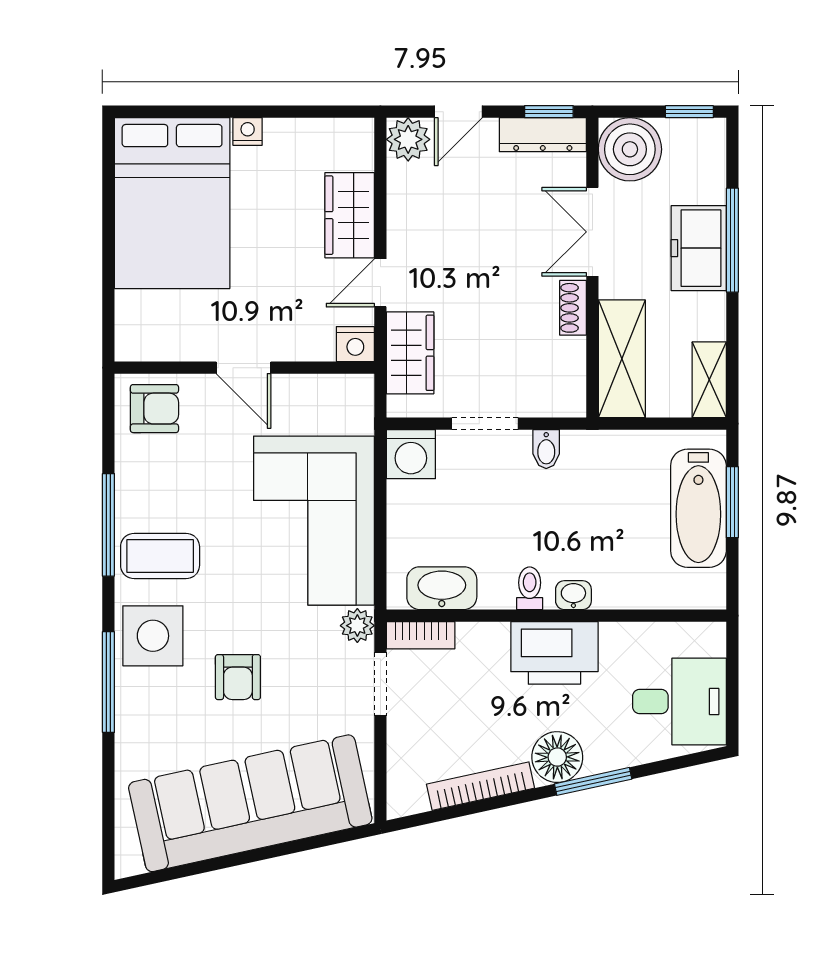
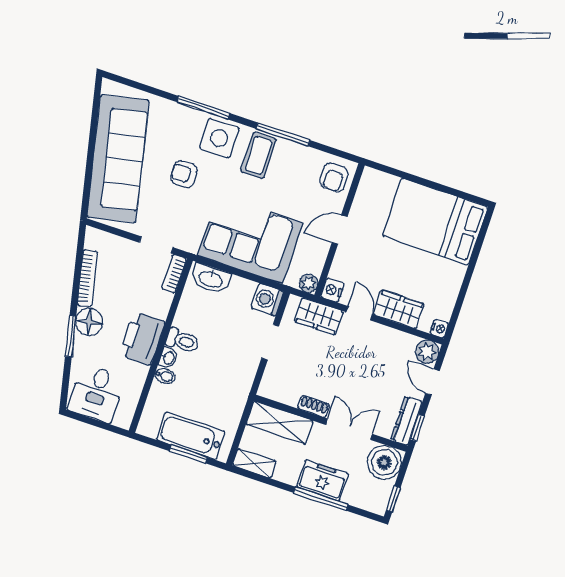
nightstand: (248, 131) -> (439, 329), moved
bidet: (546, 449) -> (165, 376), moved, turned 180
washbasin: (442, 588) -> (211, 279), moved, turned 90
toilet: (530, 588) -> (183, 341), width x1.37, depth x1.39
plant: (357, 626) -> (309, 283), moved

